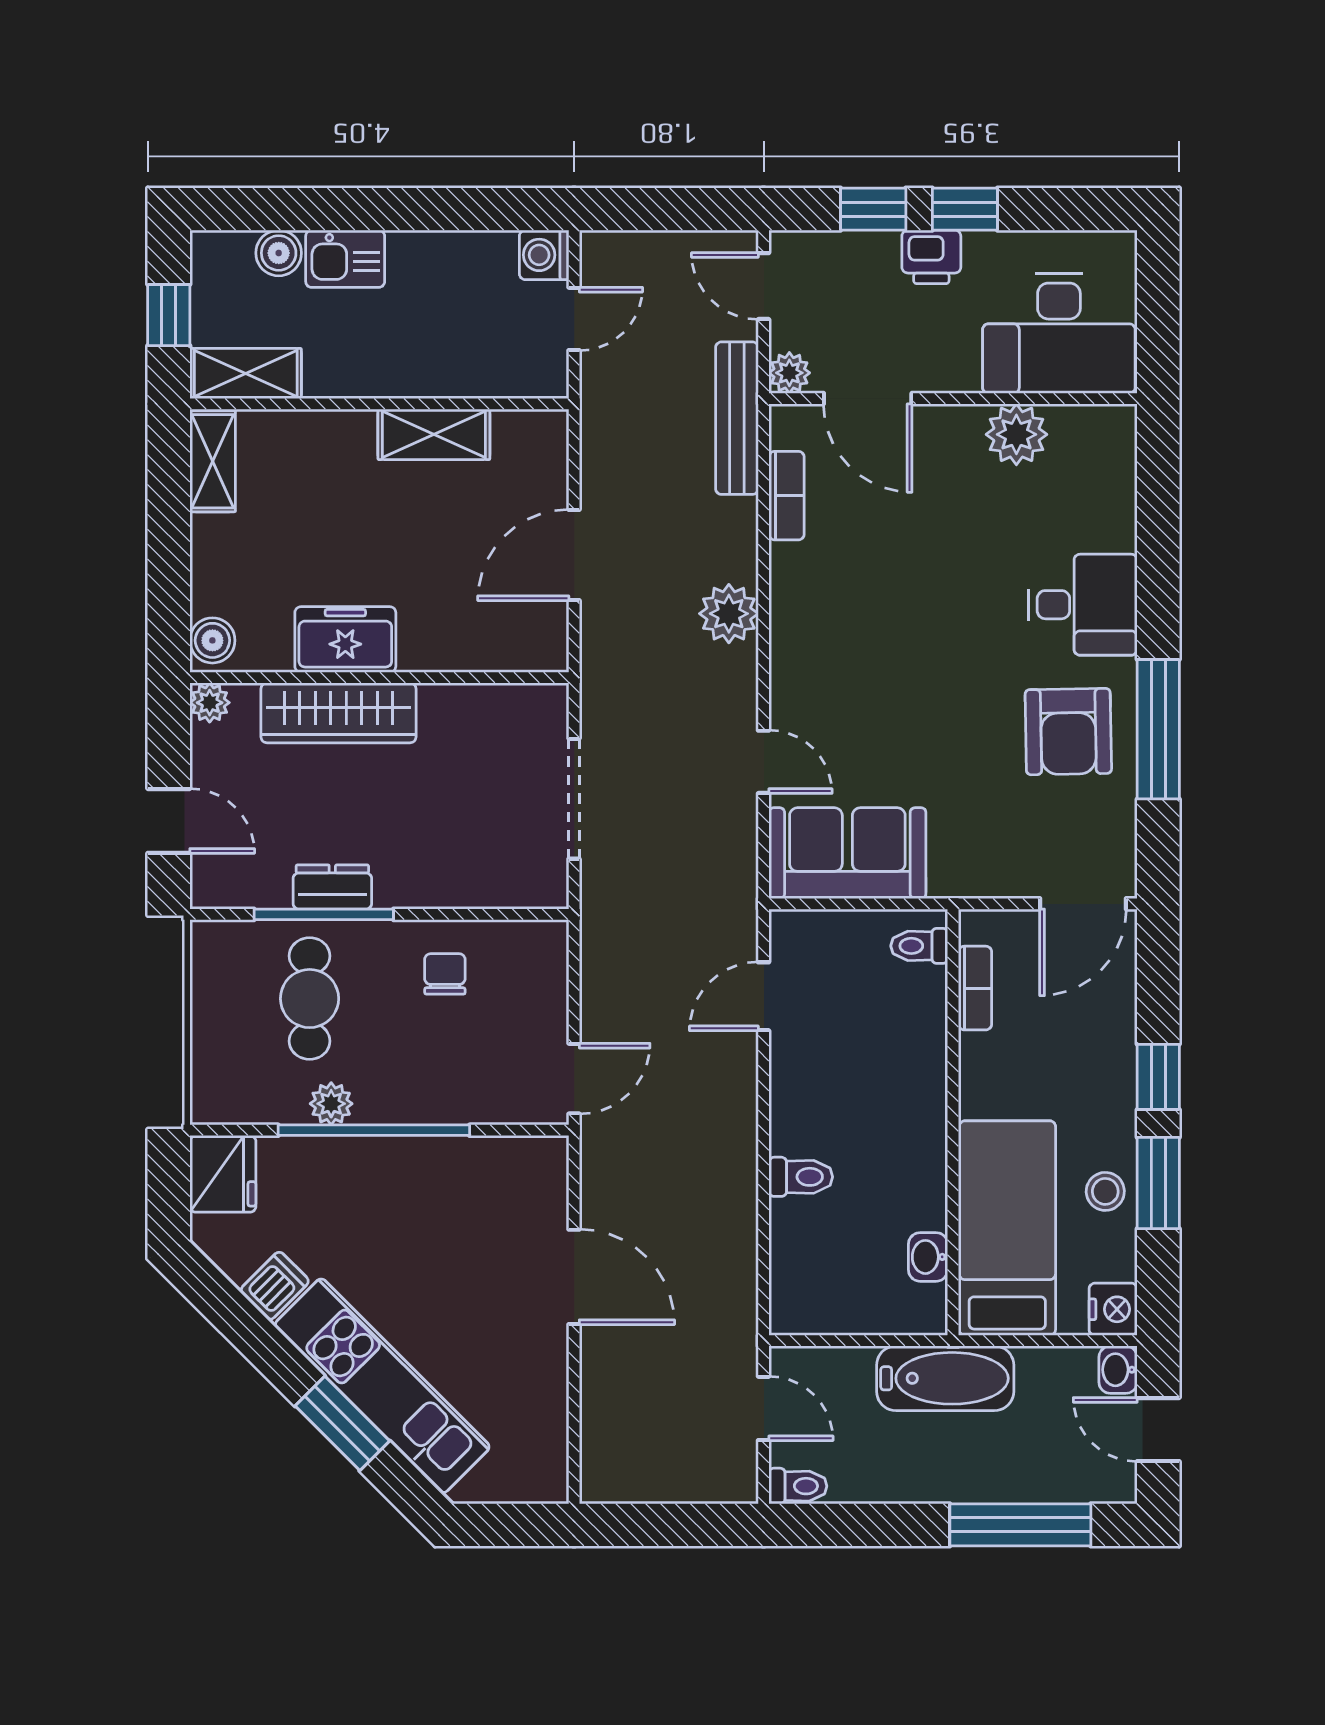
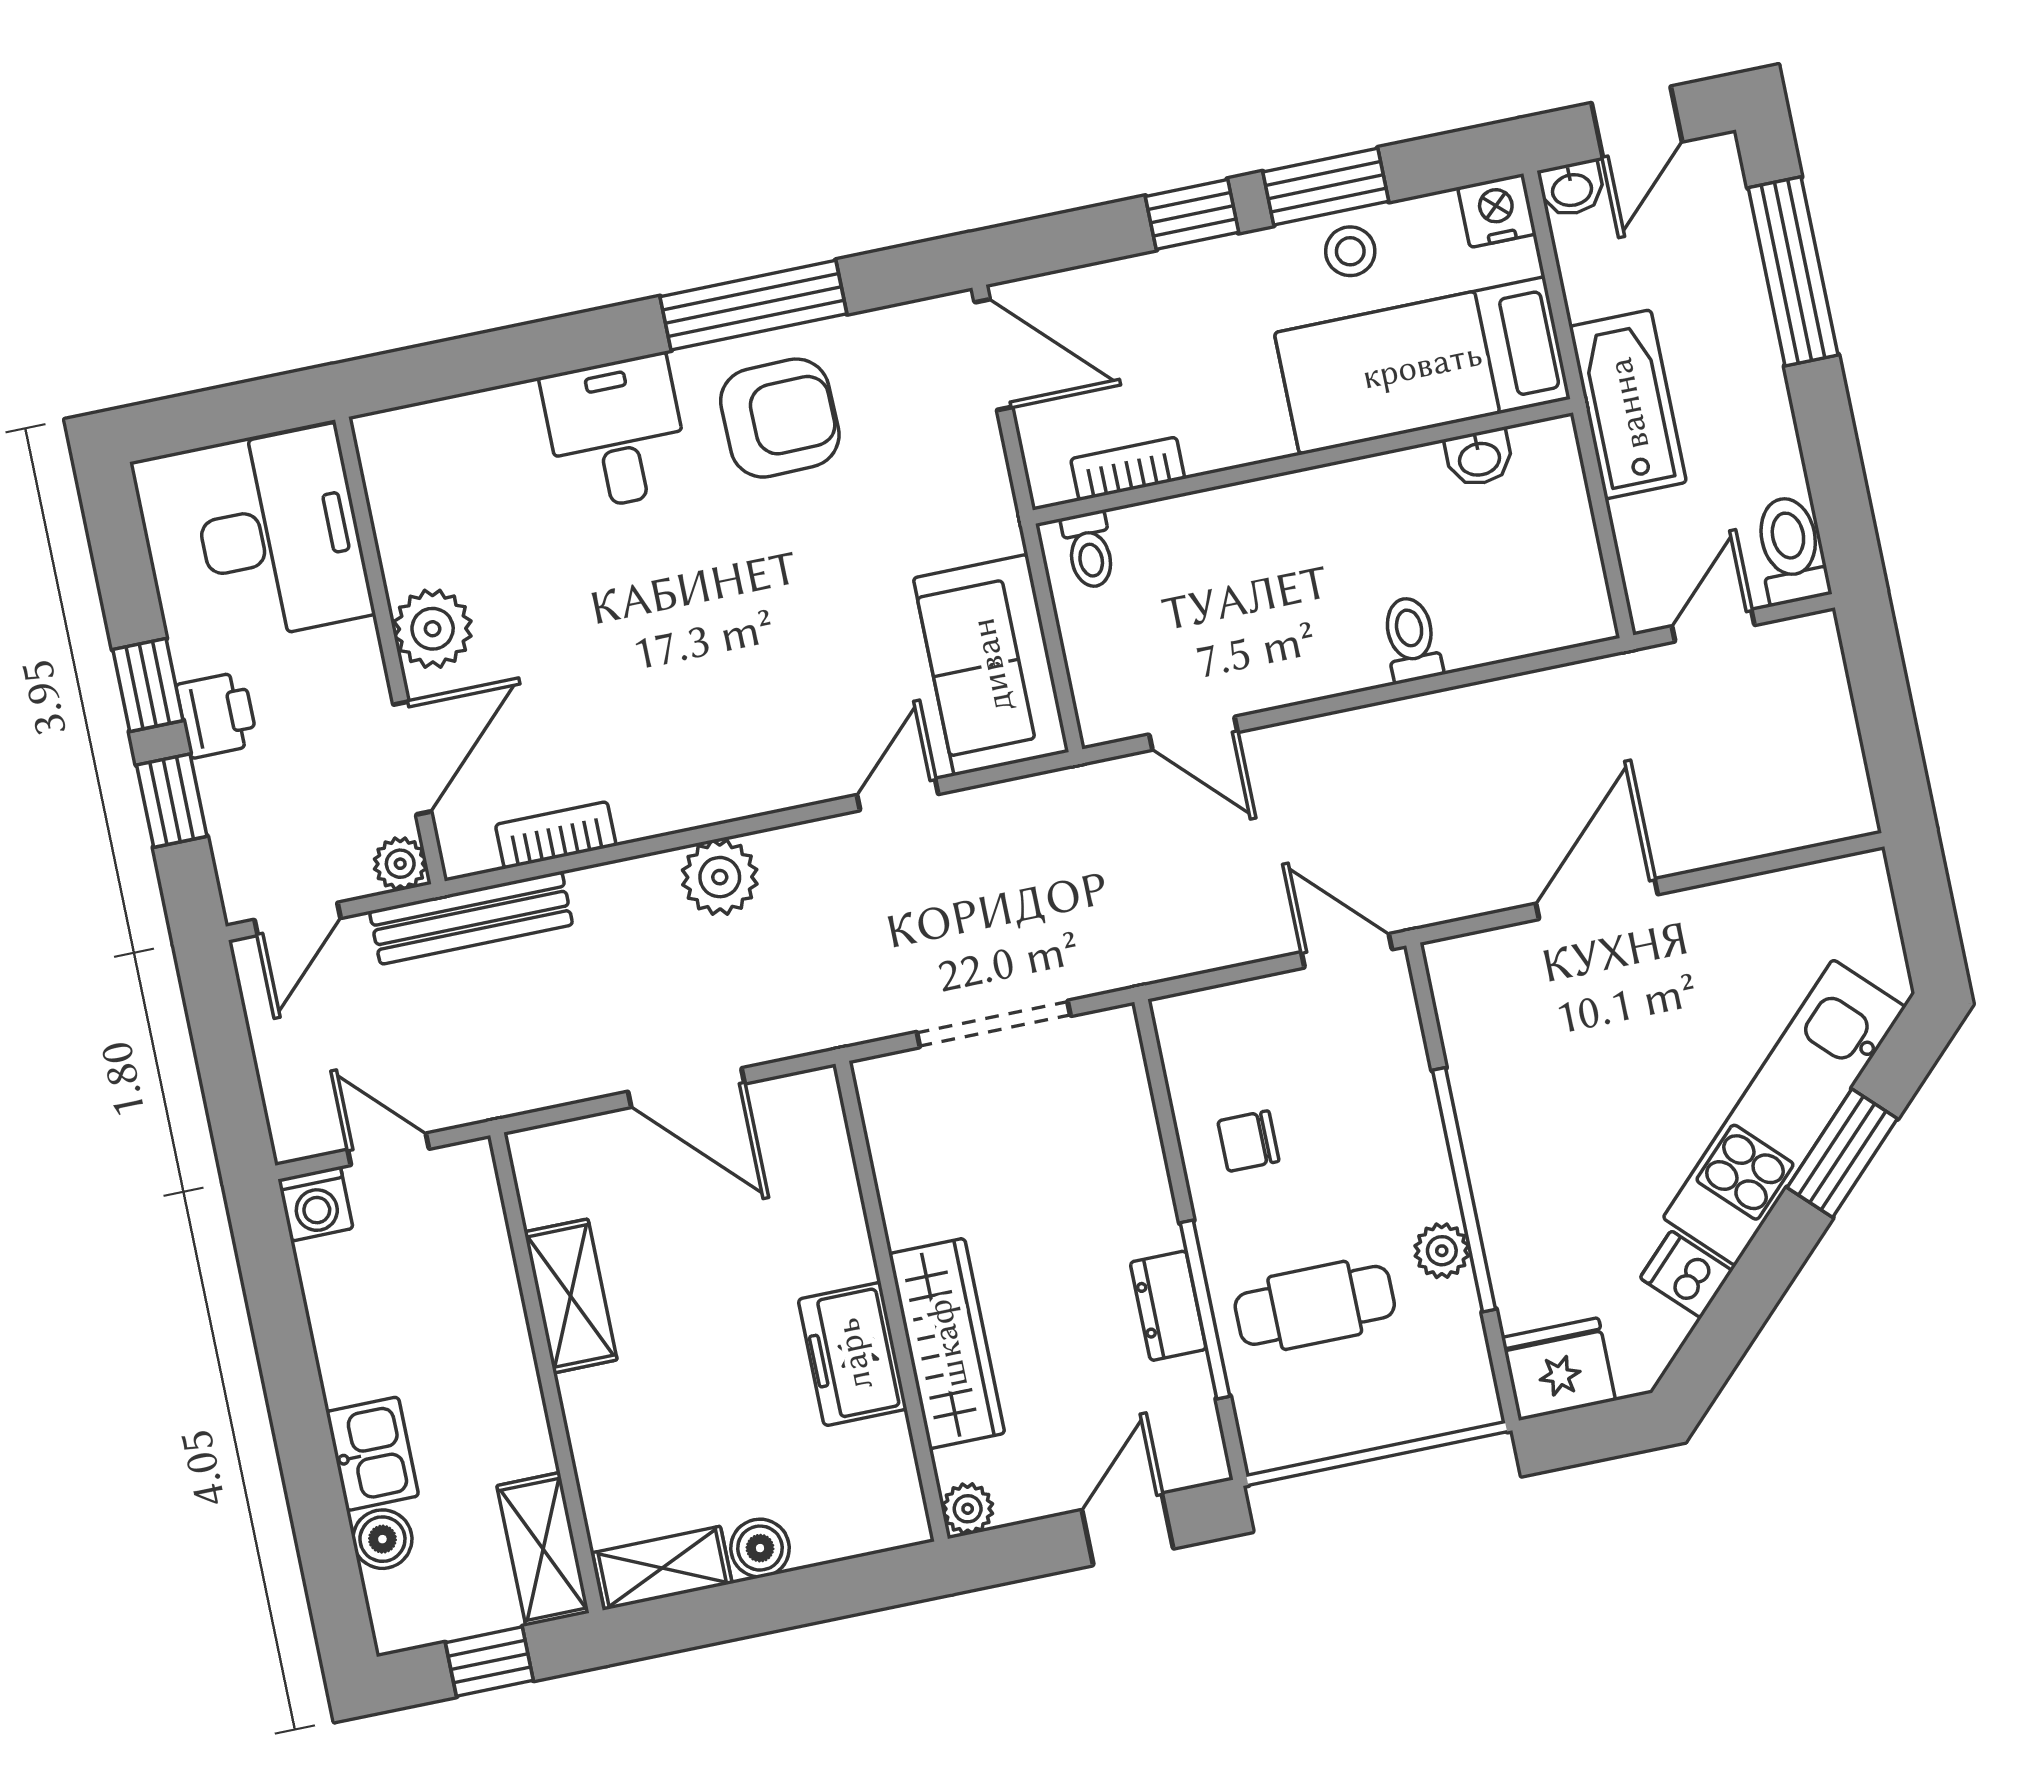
plant: (1016, 434) -> (433, 629), moved
boiler: (212, 640) -> (760, 1548), moved
toilet: (798, 1486) -> (1791, 550), width x1.37, depth x1.39

